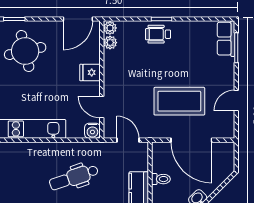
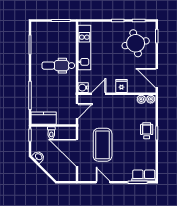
door: (191, 140) -> (77, 153), hinge flipped
dental chair: (74, 177) -> (58, 66), moved, turned -71

